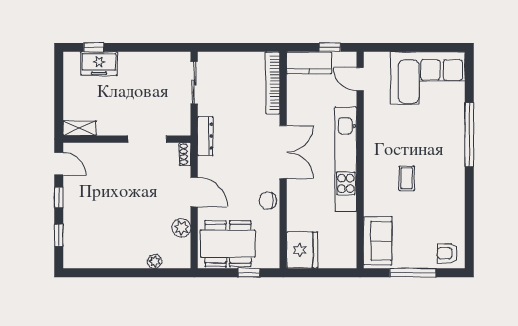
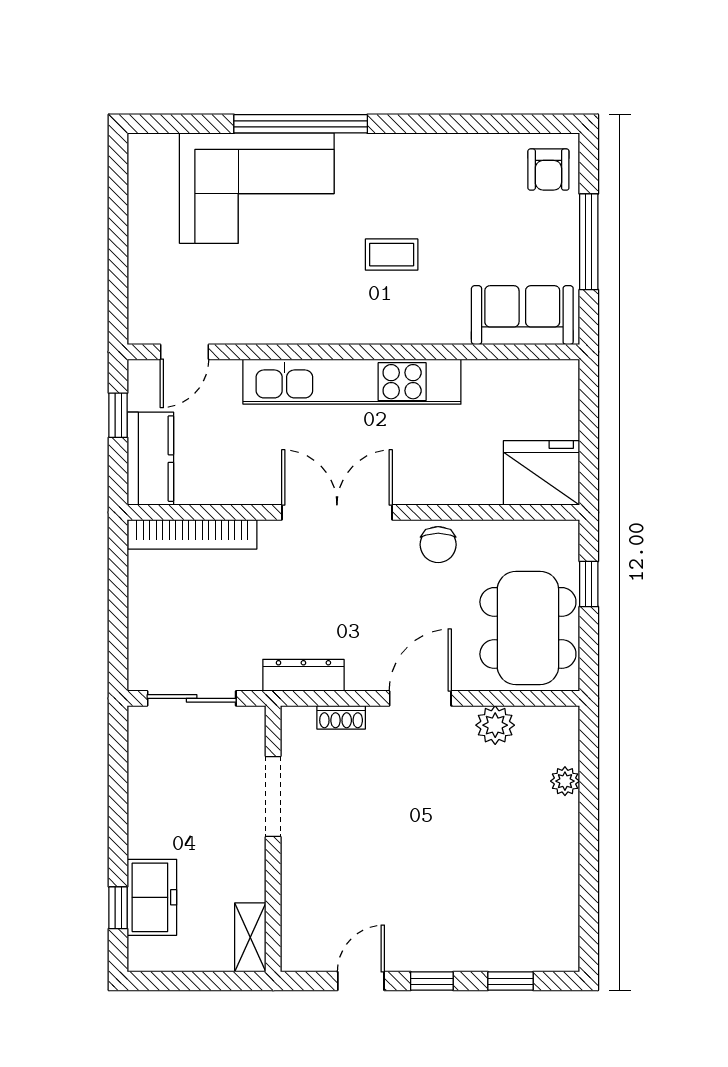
corner sofa: (428, 78) -> (257, 188), moved, turned 90
shelving: (80, 128) -> (250, 937), moved
wall: (127, 139) -> (273, 839), moved
doorway: (147, 139) -> (273, 797), moved

